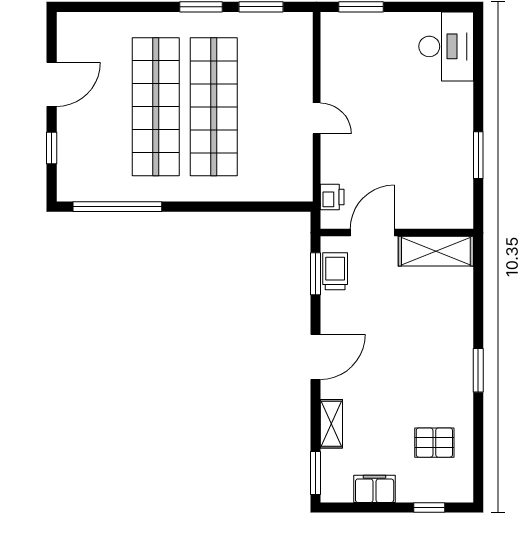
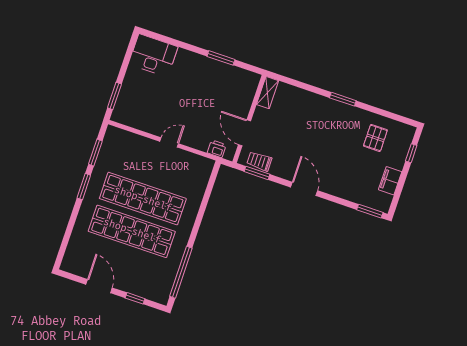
shelving: (436, 251) -> (268, 93), width x0.67, depth x0.75
shelving: (331, 424) -> (345, 193), removed

